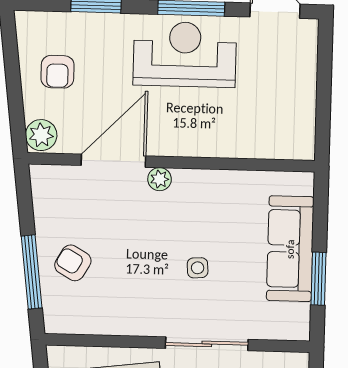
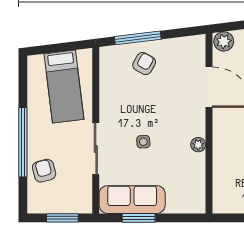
plant: (160, 179) -> (198, 145), moved
sofa: (290, 249) -> (132, 200), moved

